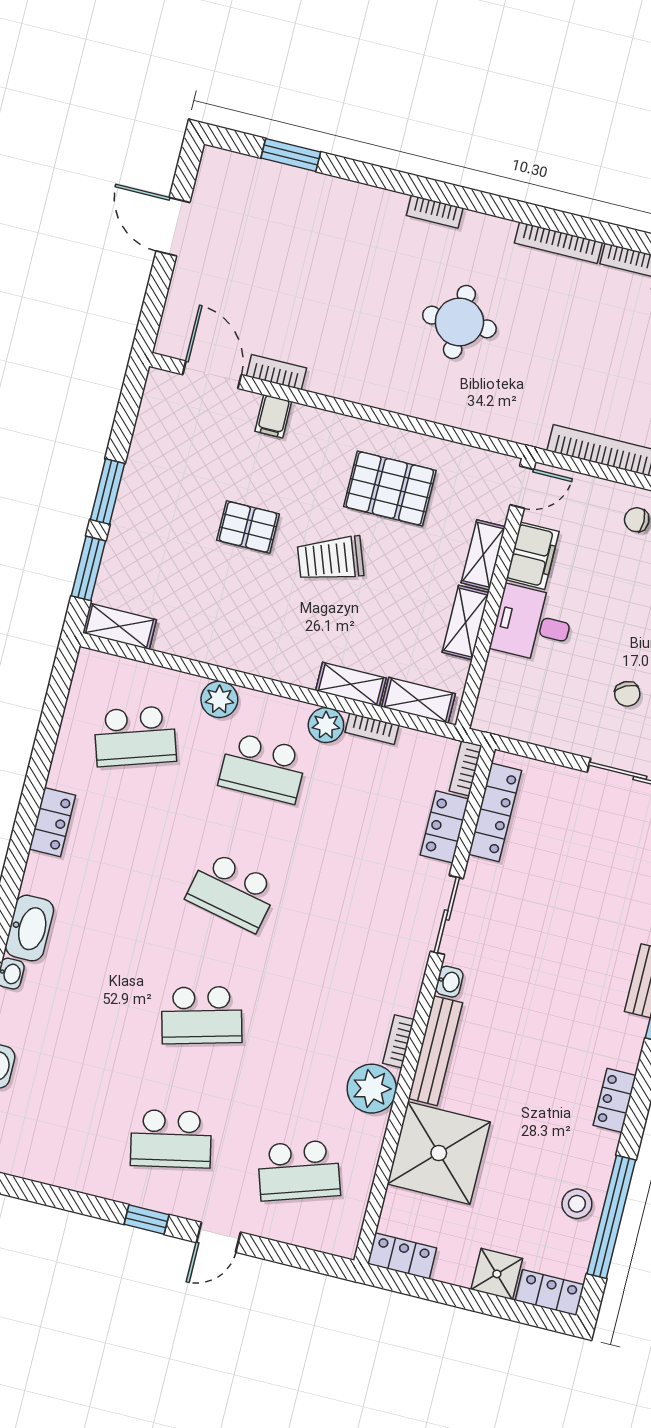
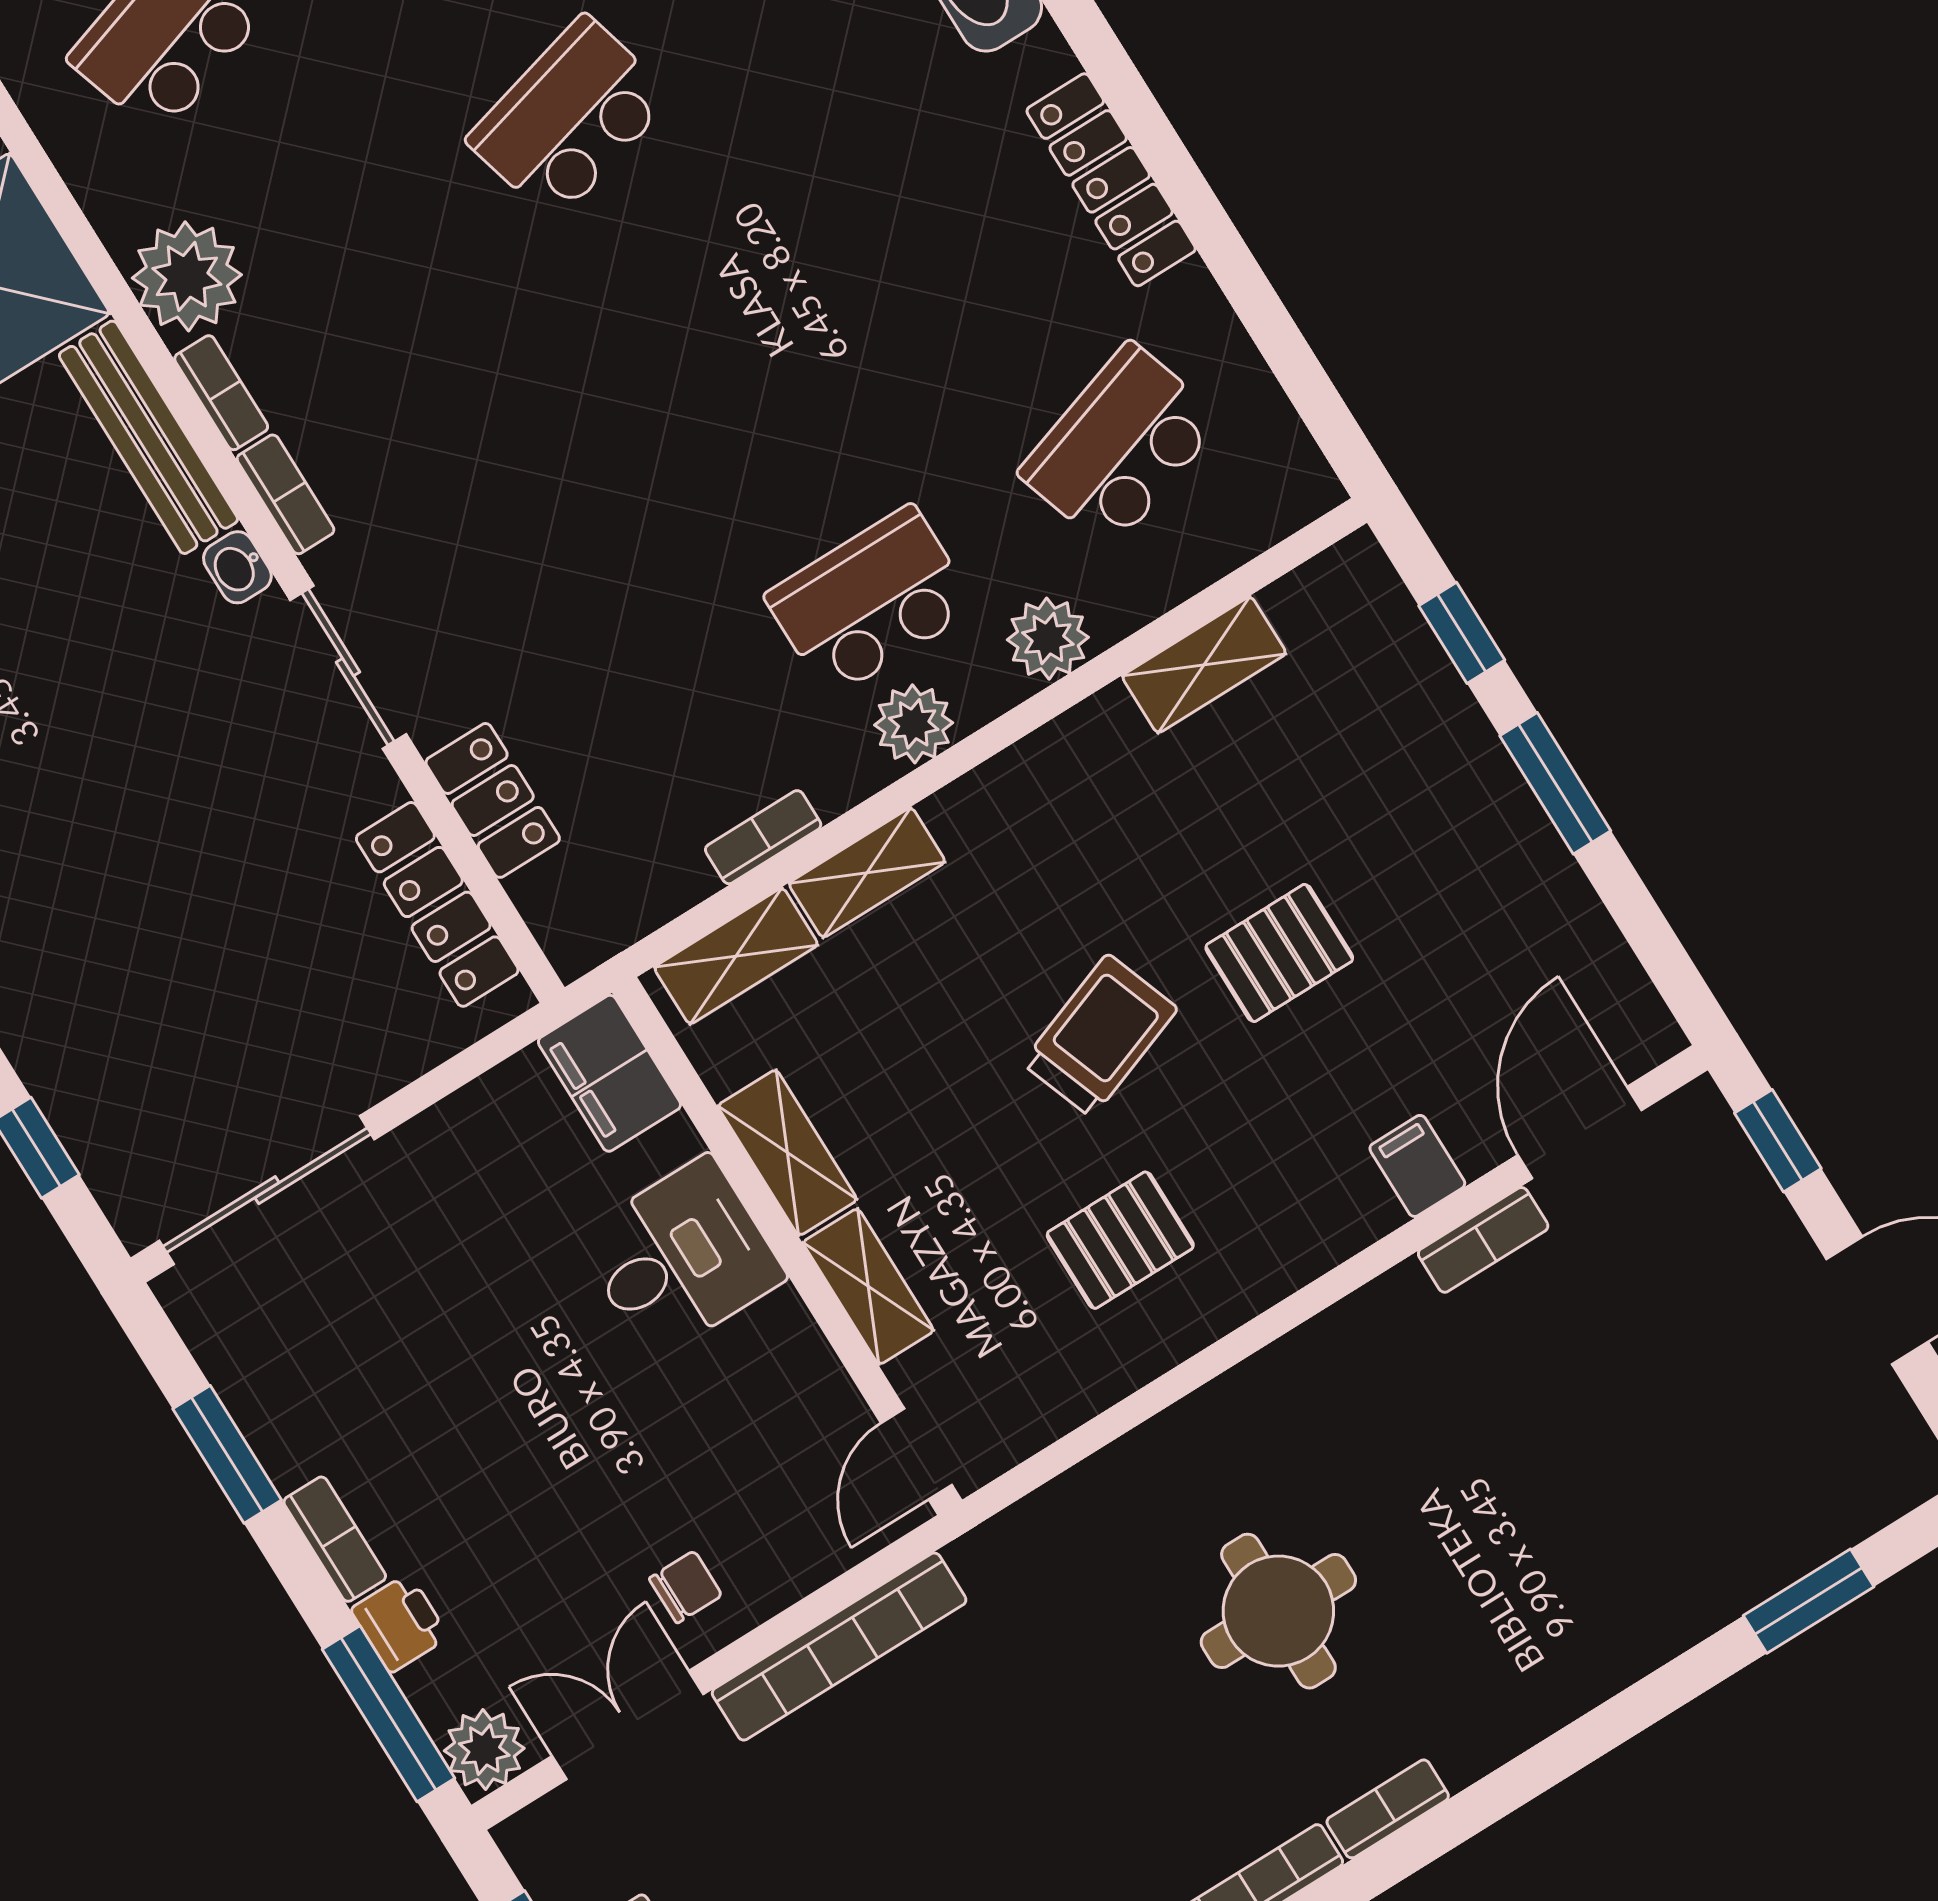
bookcase: (435, 212) -> (1388, 1809), moved
window: (153, 308) -> (1778, 1141), added
door: (212, 375) -> (1580, 1132), swing flipped
pallet: (390, 488) -> (1120, 1240), width x0.67, depth x0.71
filing cabinet: (532, 556) -> (609, 1073), moved
window: (88, 568) -> (1462, 633), width x0.67
shelving: (120, 626) -> (1204, 665), moved
chair: (627, 694) -> (421, 1301), removed
plant: (326, 725) -> (914, 724), moved
bookcase: (466, 768) -> (286, 494), moved
locker: (52, 822) -> (1111, 180), width x1.53
school desk: (232, 892) -> (720, 360), removed

